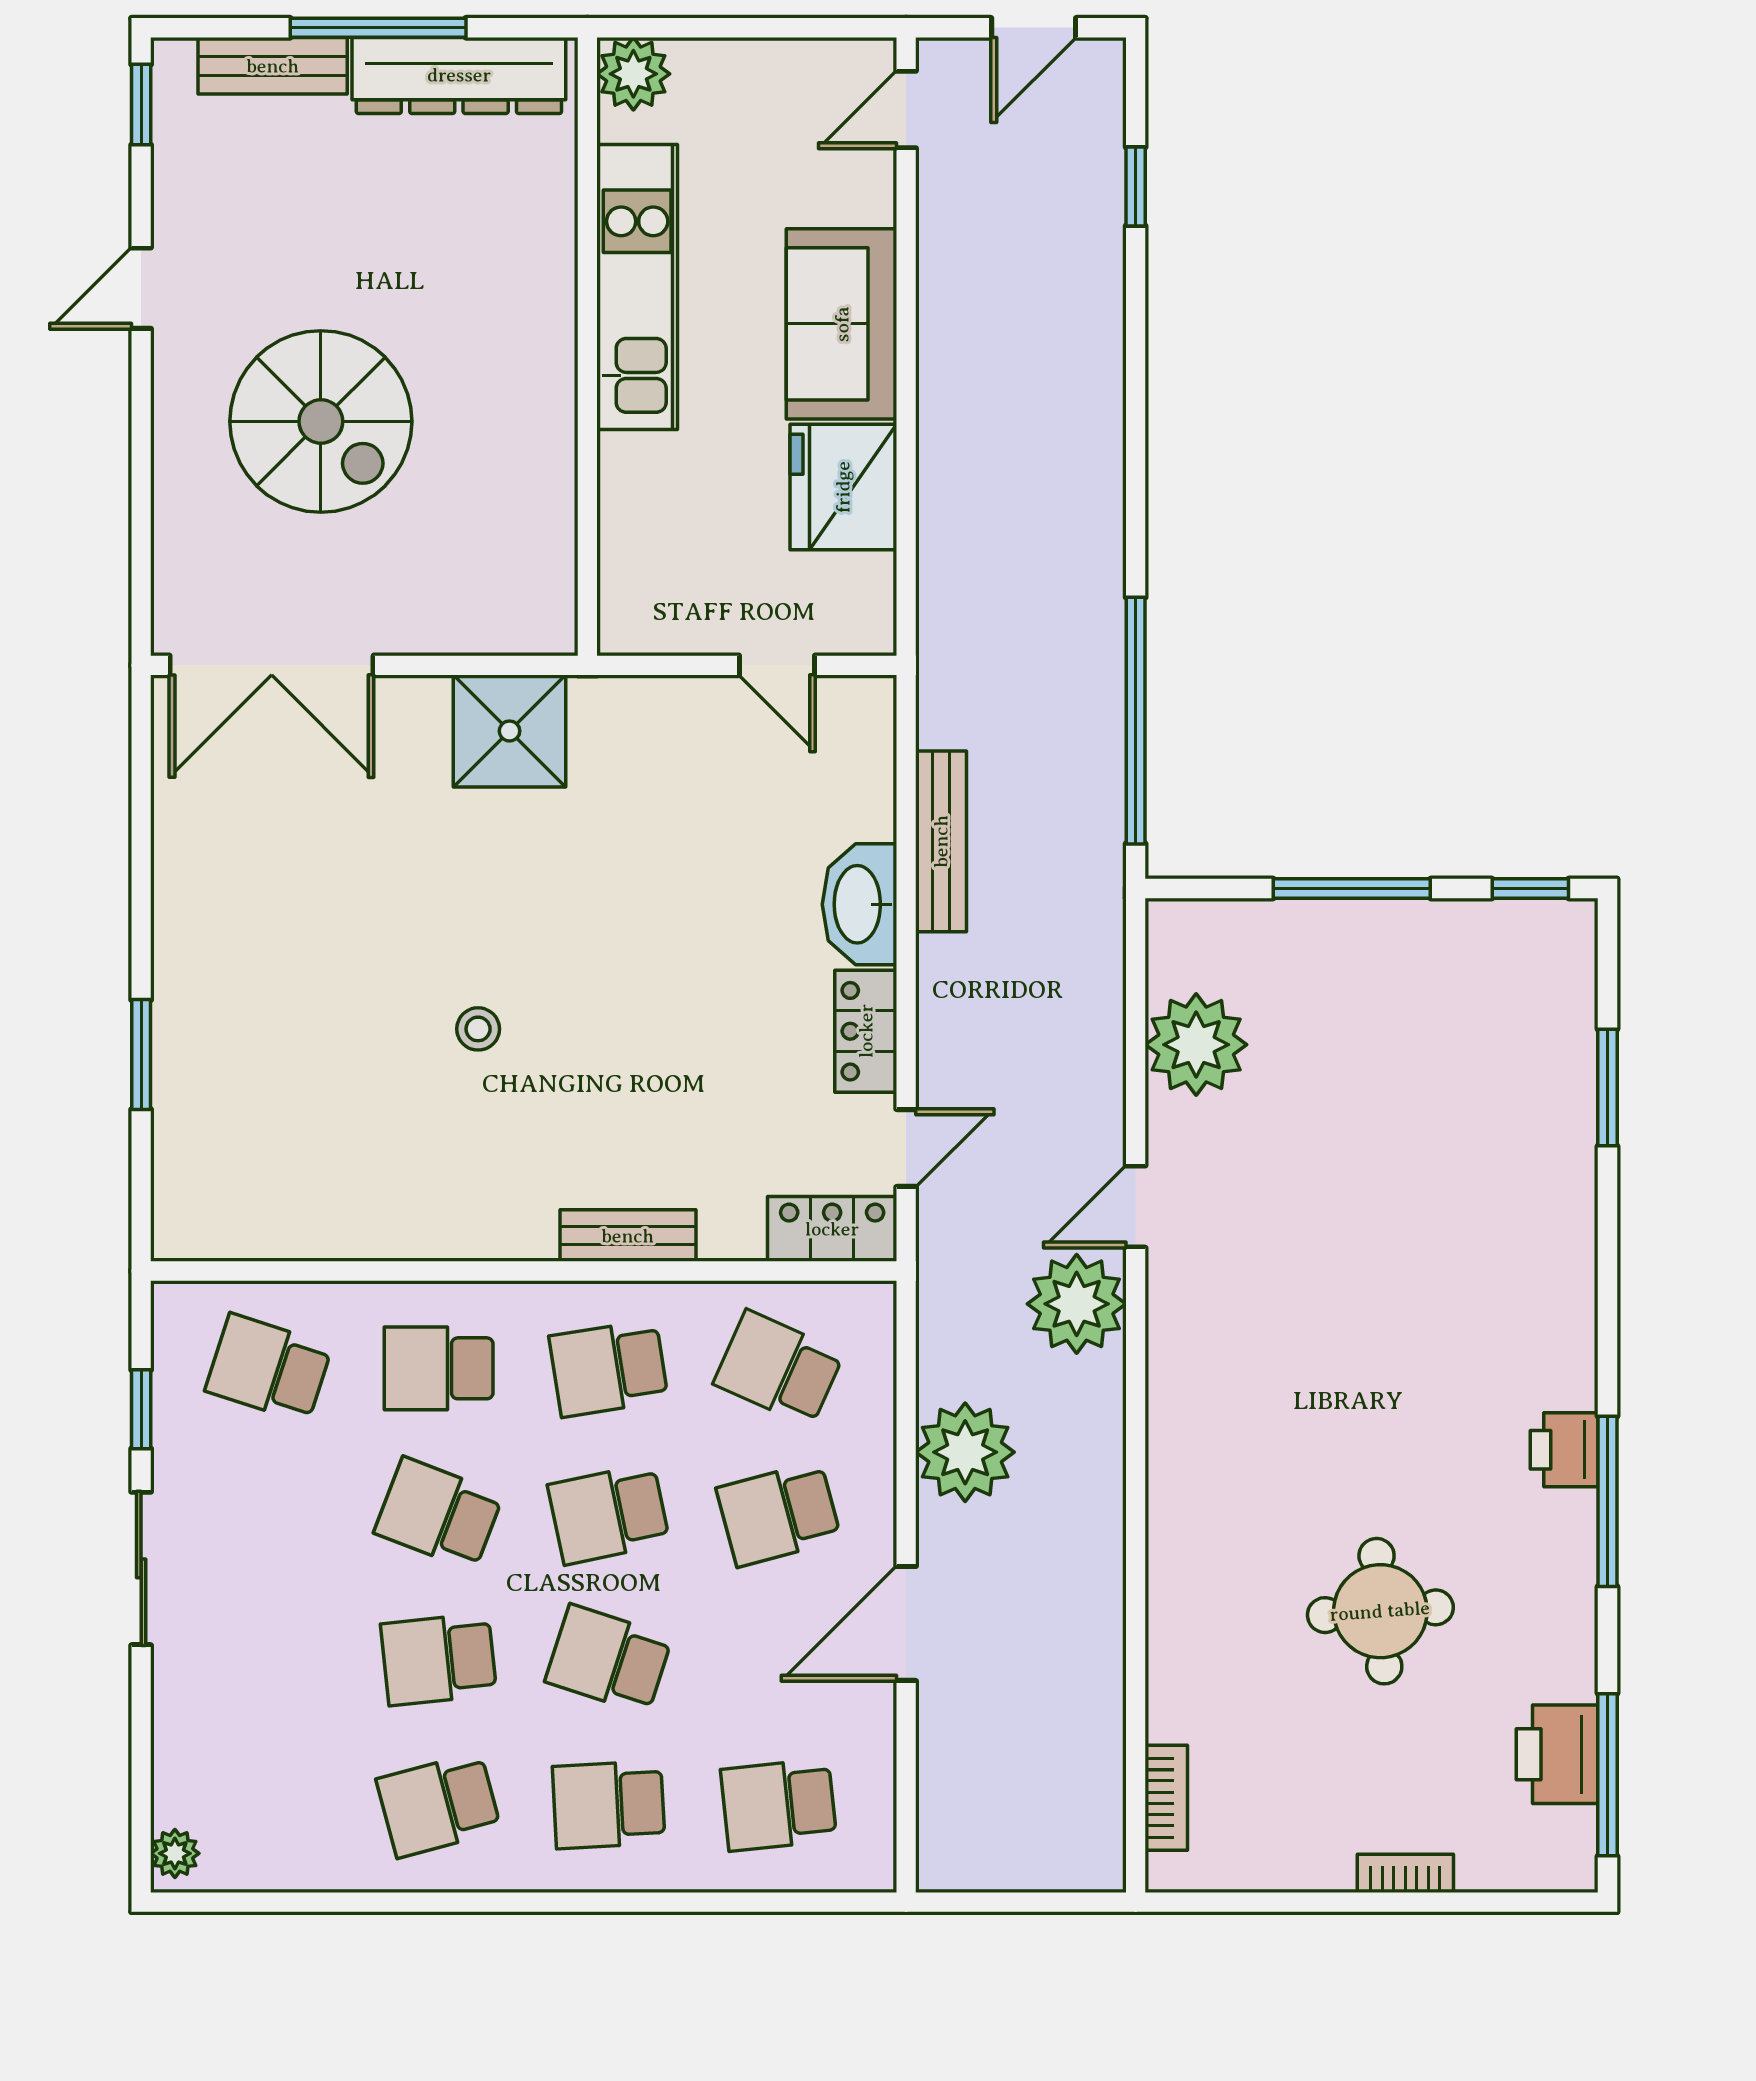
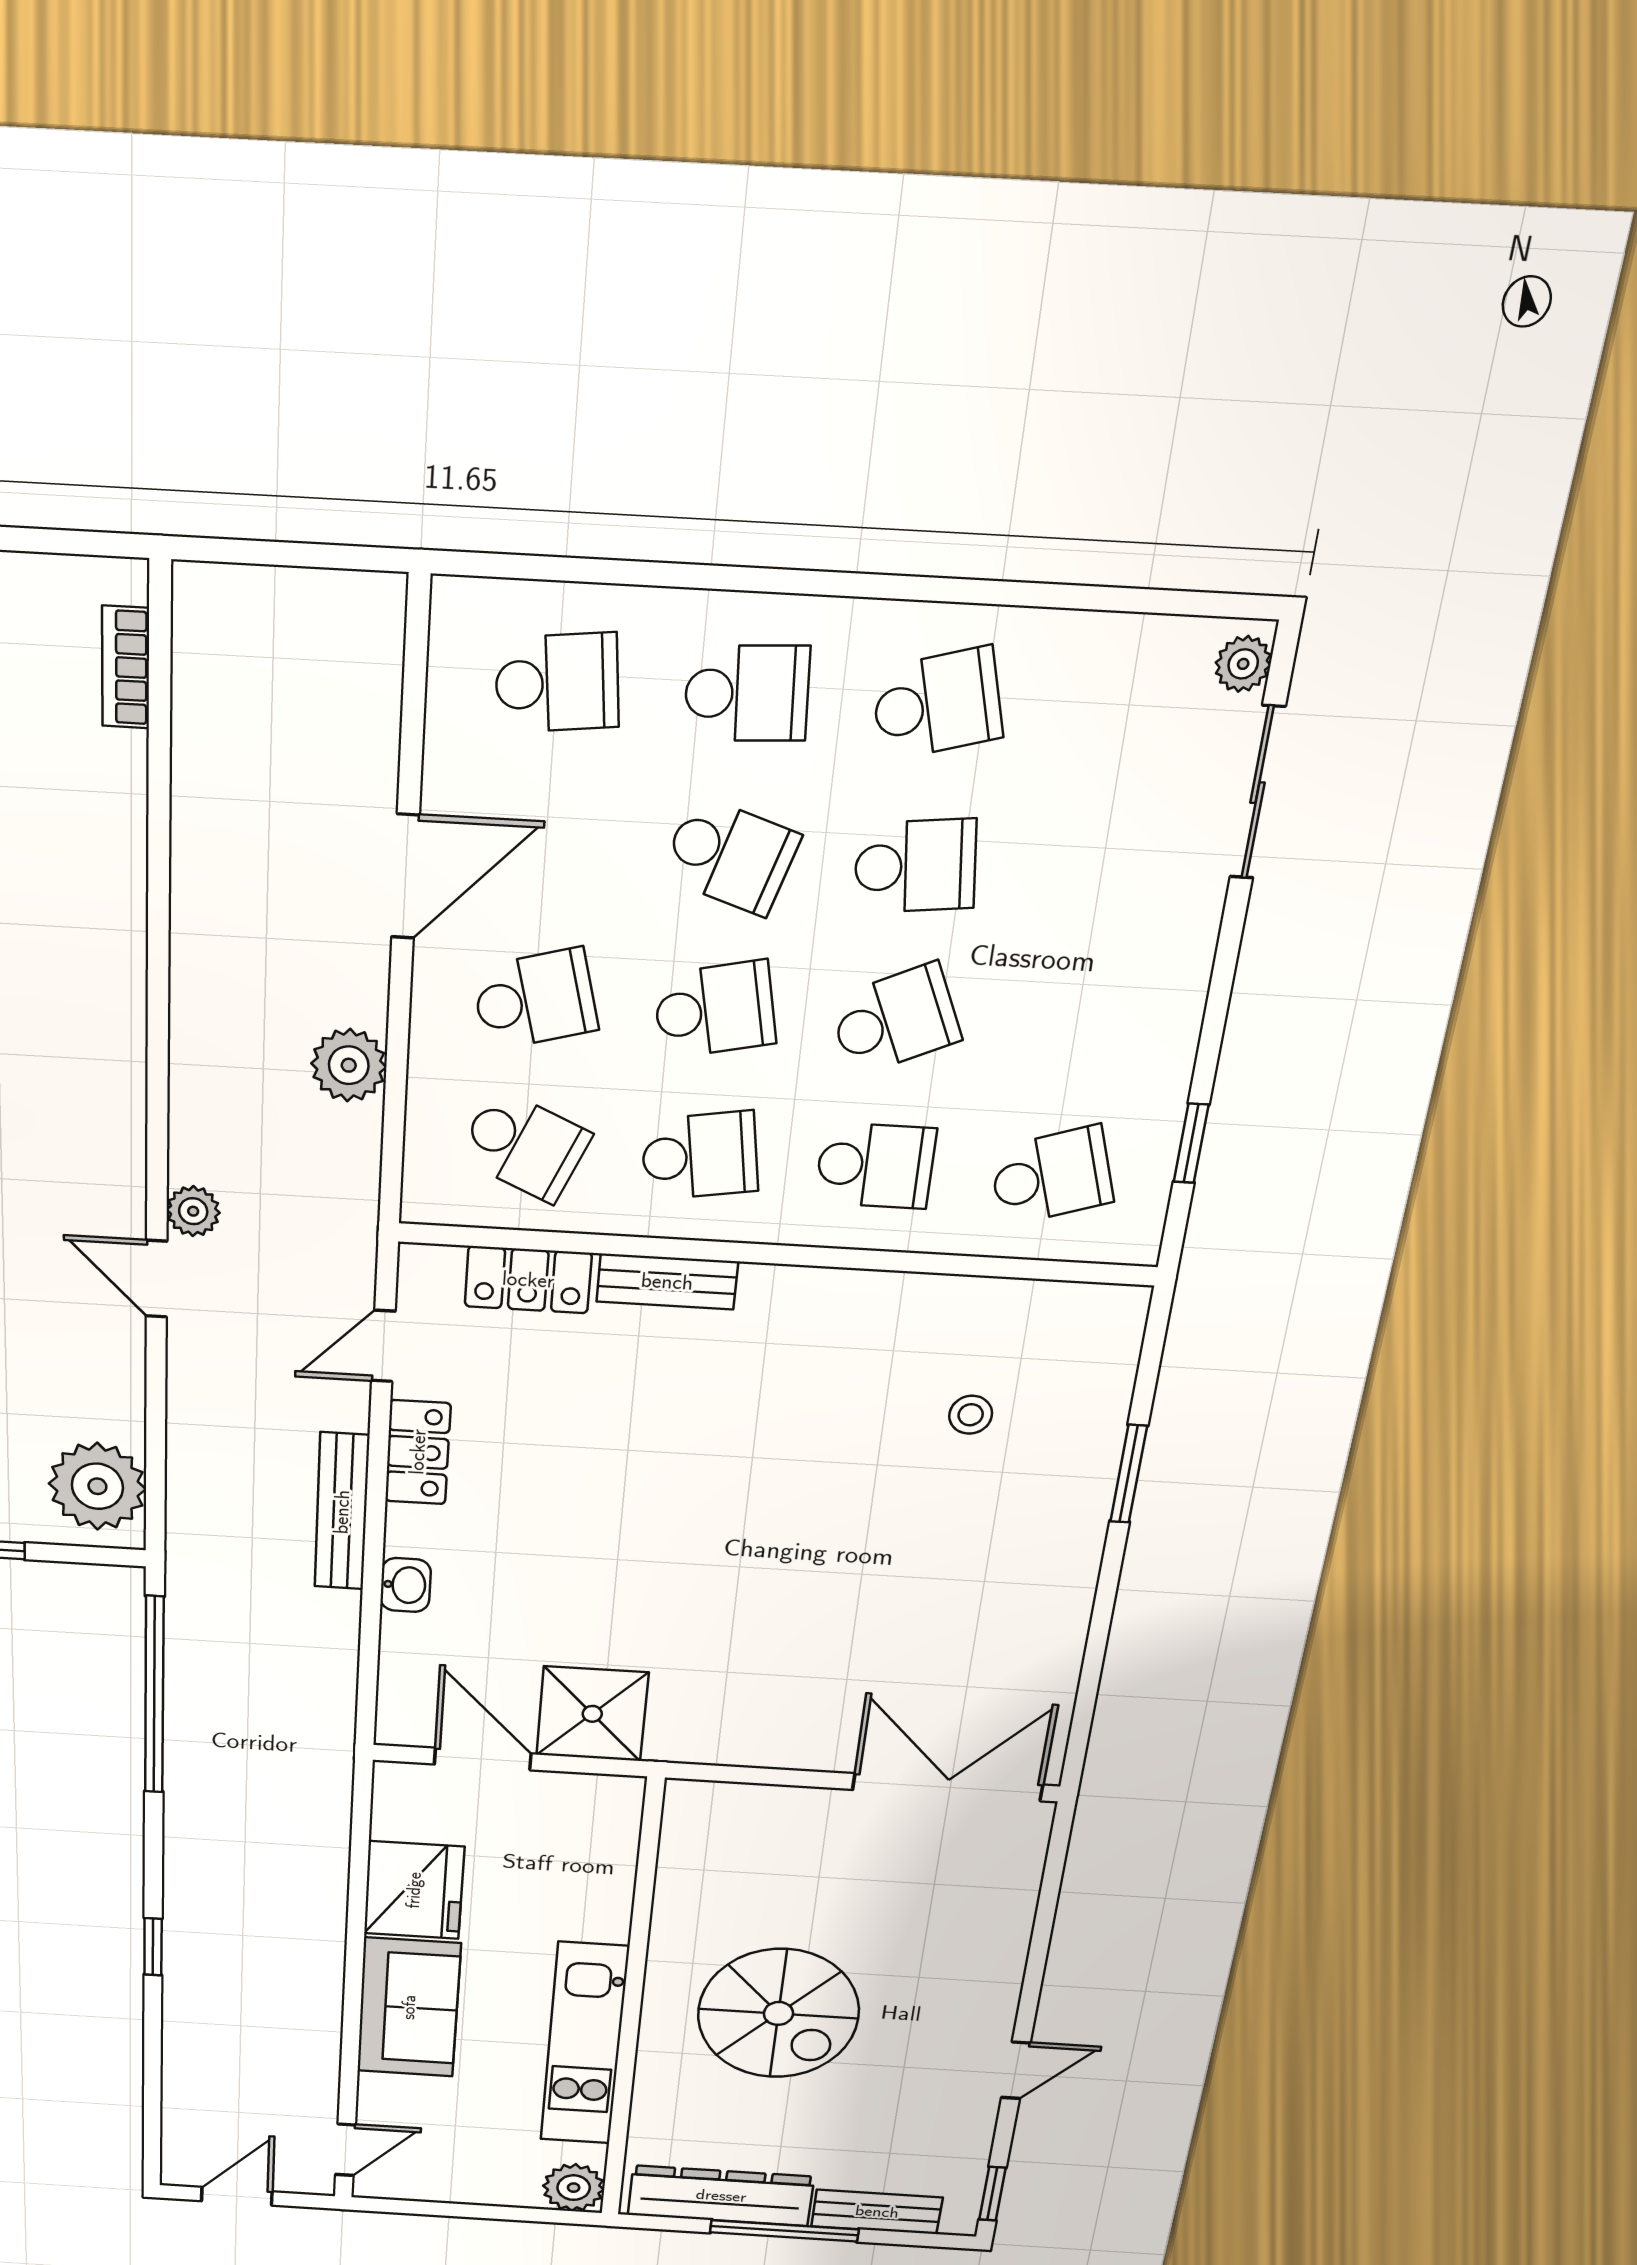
window: (1136, 186) -> (153, 1947), moved
spiral stairs: (321, 421) -> (778, 2013), moved, turned 180
door: (777, 665) -> (483, 1759), width x1.38
shower: (510, 731) -> (592, 1714), moved
bench: (941, 841) -> (342, 1512), moved
washbasin: (859, 904) -> (406, 1585), width x0.52, depth x0.69
stool: (478, 1029) -> (971, 1415), moved
plant: (1196, 1045) -> (97, 1486), moved
door: (1136, 1207) -> (156, 1279), swing flipped
locker: (832, 1229) -> (528, 1280), moved
plant: (1077, 1304) -> (193, 1211), width x0.53, depth x0.53
school desk: (269, 1368) -> (1051, 1176), turned -36
plant: (965, 1452) -> (349, 1065), width x0.73, depth x0.73
school desk: (439, 1514) -> (895, 1020), turned -45
sliding door: (141, 1568) -> (1257, 793), moved

